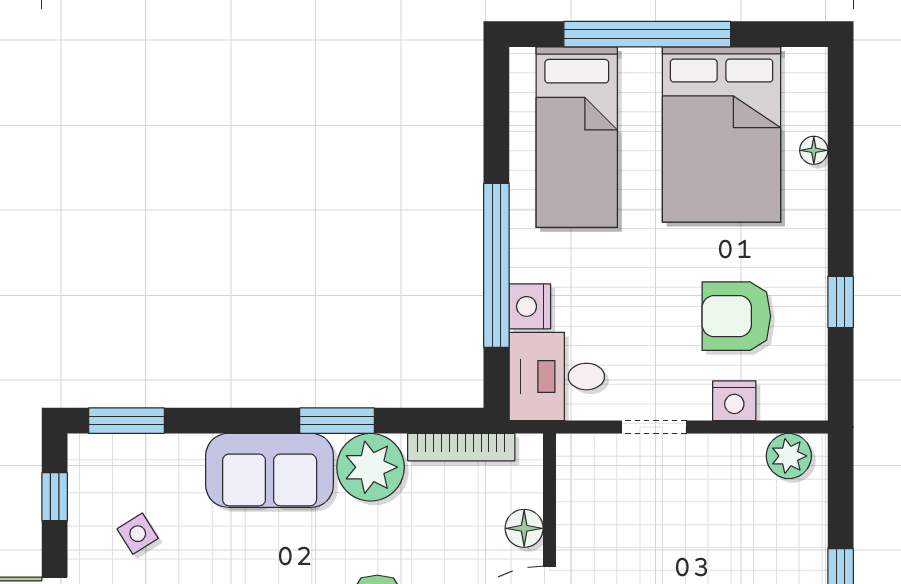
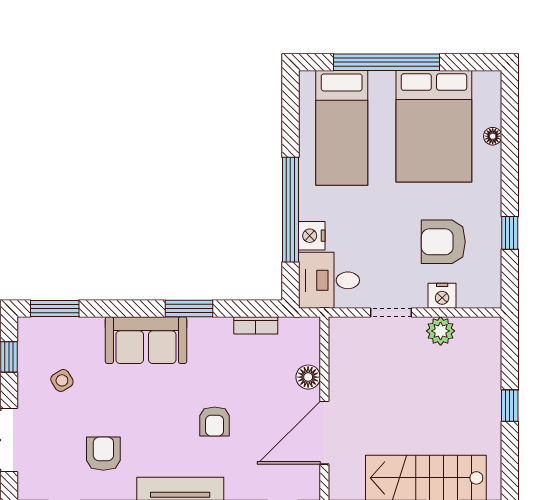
bookcase: (461, 447) -> (256, 325), width x0.64
plant: (789, 456) -> (441, 331), moved
plant: (371, 467) -> (210, 338), removed

